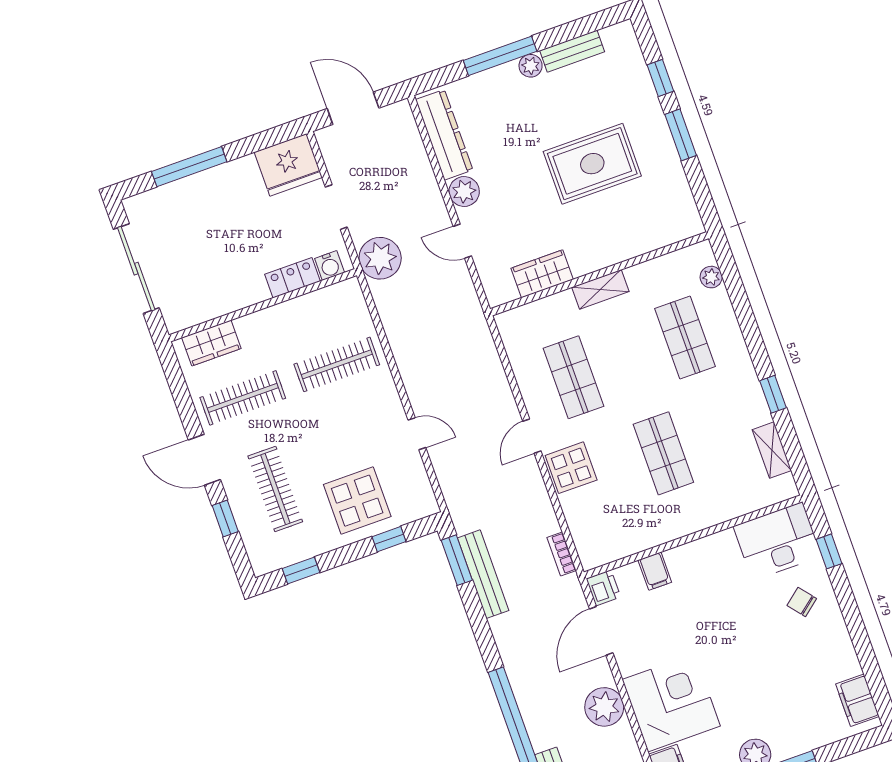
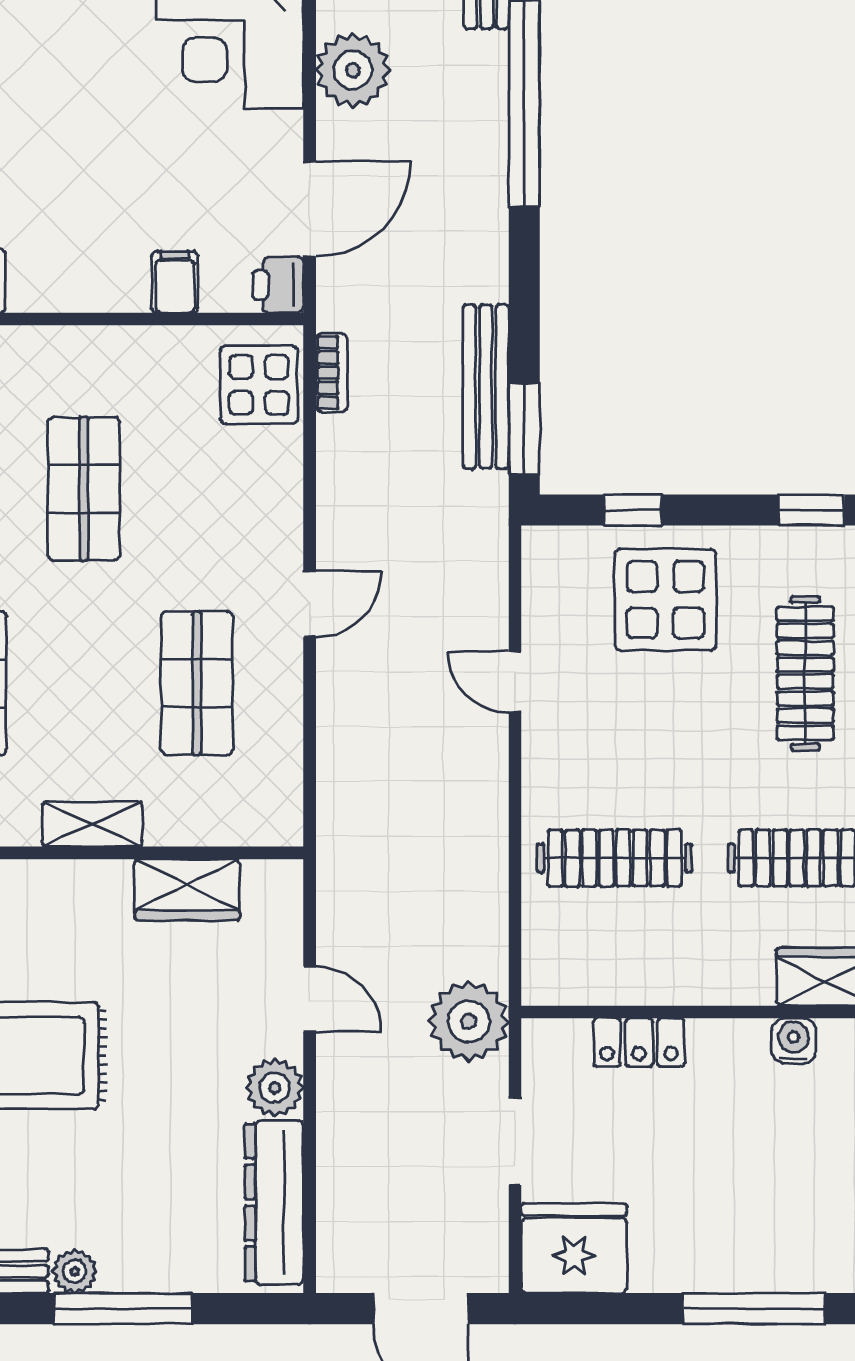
water cooler: (330, 266) -> (794, 1041), moved
display table: (571, 468) -> (259, 385), moved

